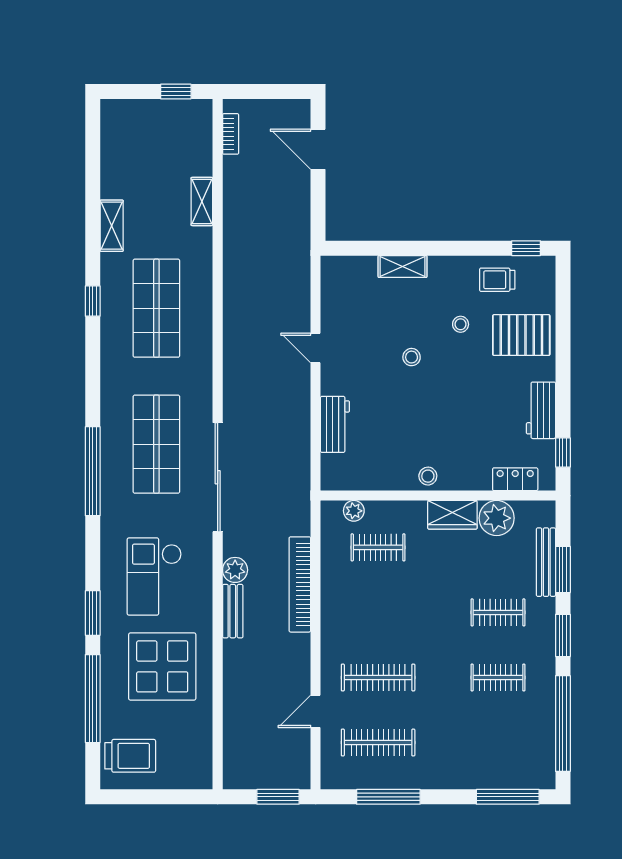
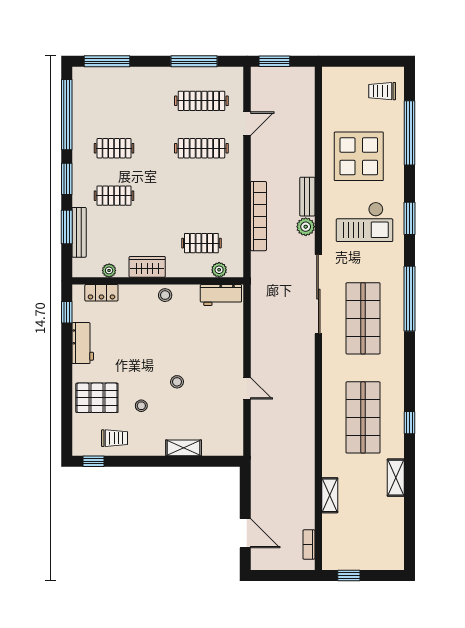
workbench: (335, 424) -> (221, 295), moved, turned -90
plant: (497, 518) -> (109, 270), width x0.53, depth x0.53
checkout: (154, 576) -> (365, 222), turned 90
window: (93, 613) -> (409, 218), moved
trolley: (130, 756) -> (382, 91), width x0.73, depth x0.72

